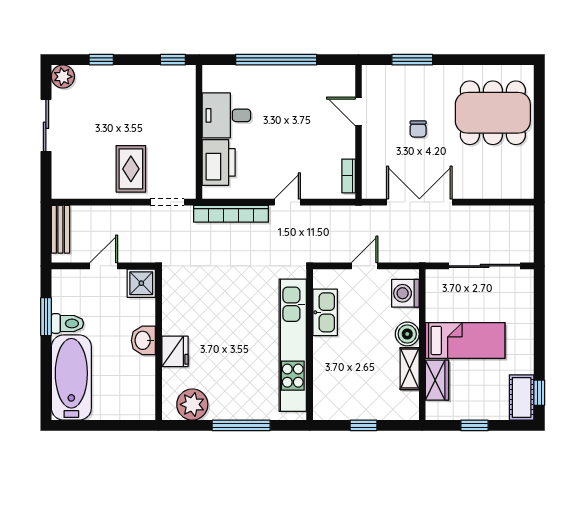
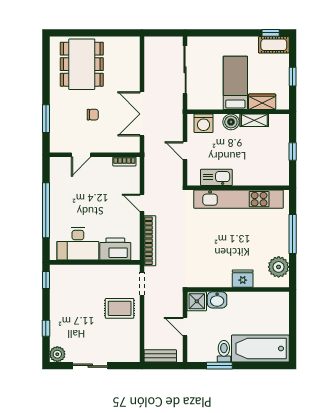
desk: (226, 115) -> (78, 244), width x1.37
washbasin: (143, 340) -> (217, 300), moved

